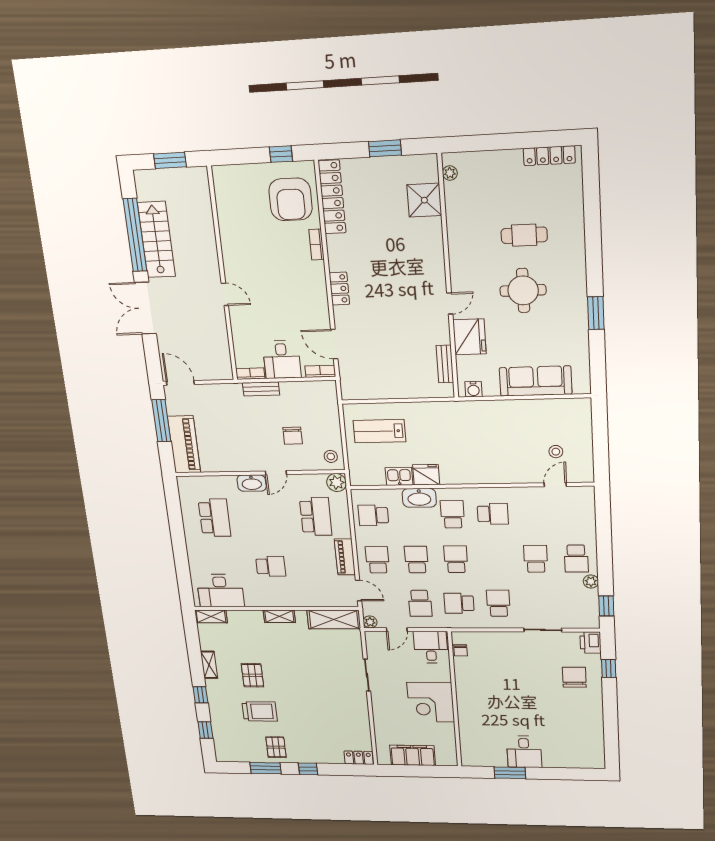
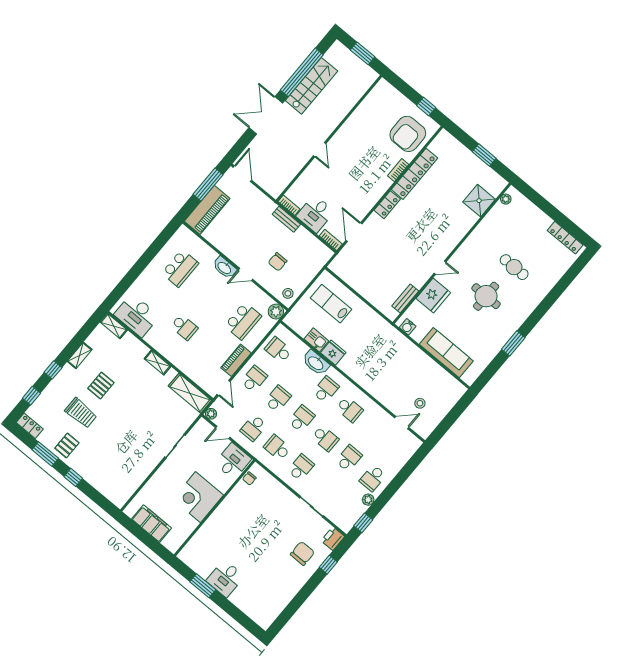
locker: (332, 197) -> (415, 174), moved
school desk: (496, 559) -> (325, 438), added
locker: (359, 758) -> (30, 426), moved

